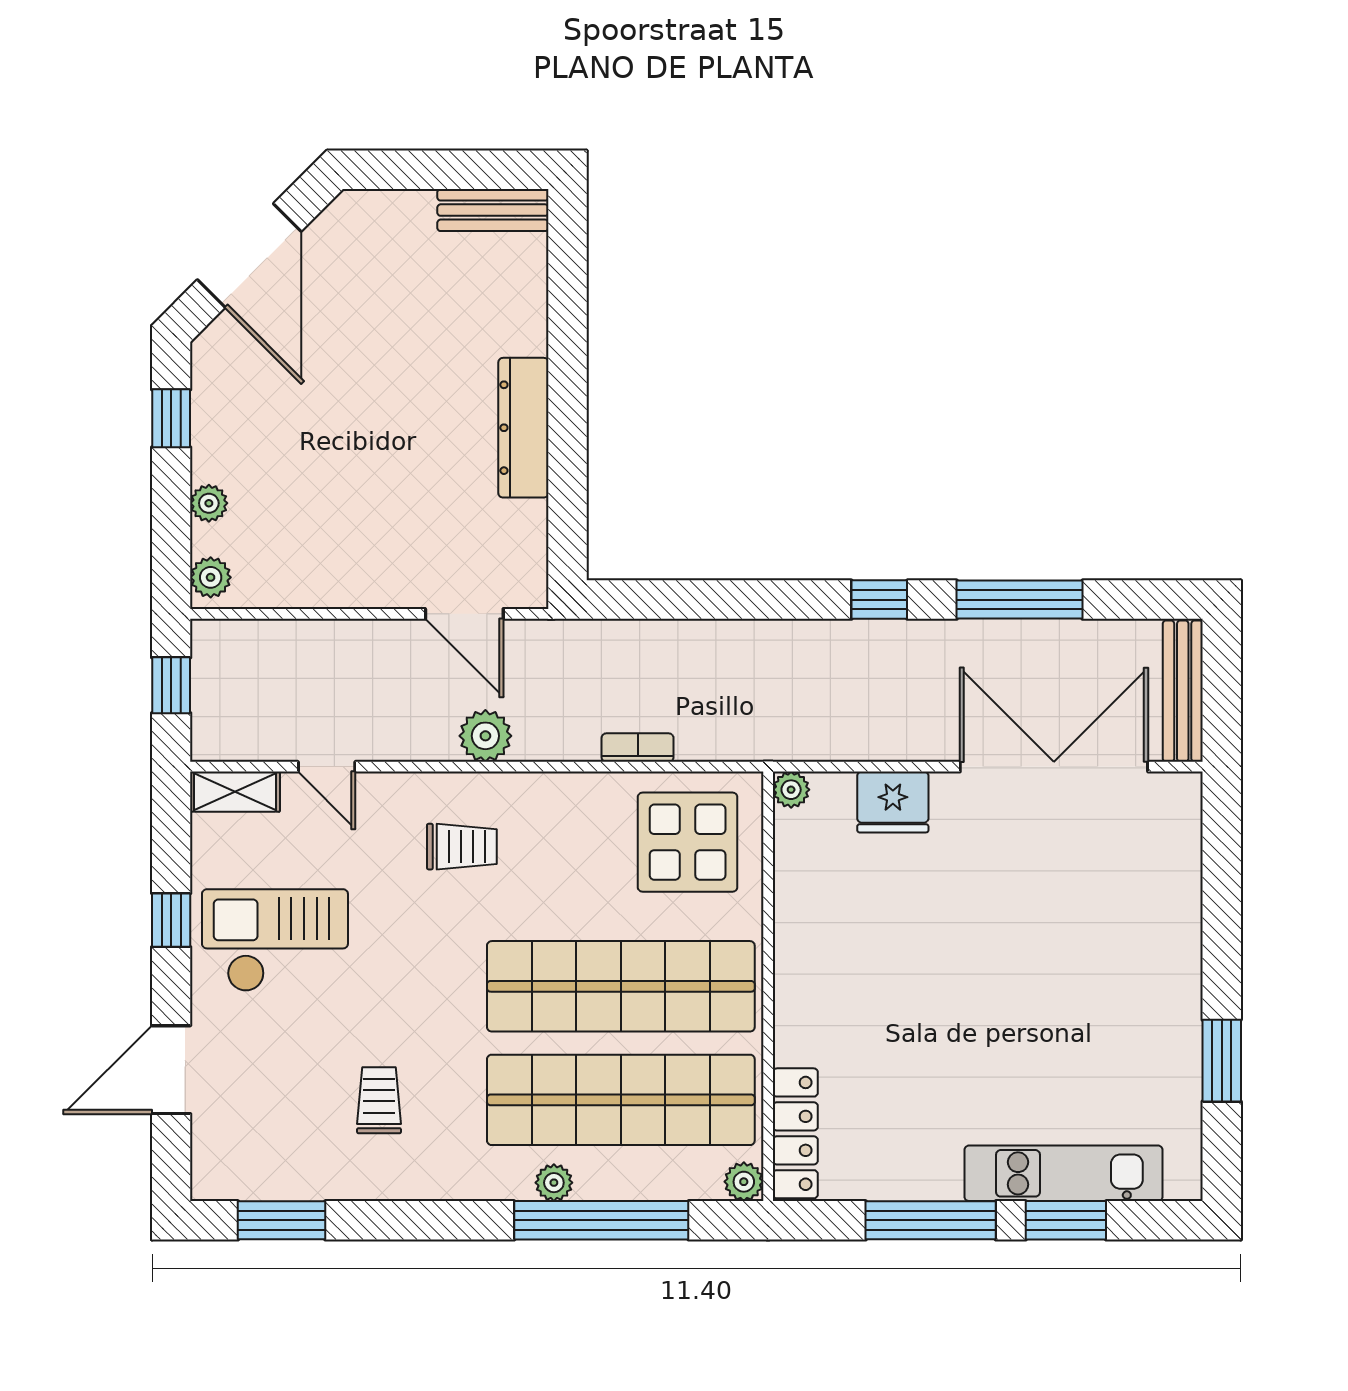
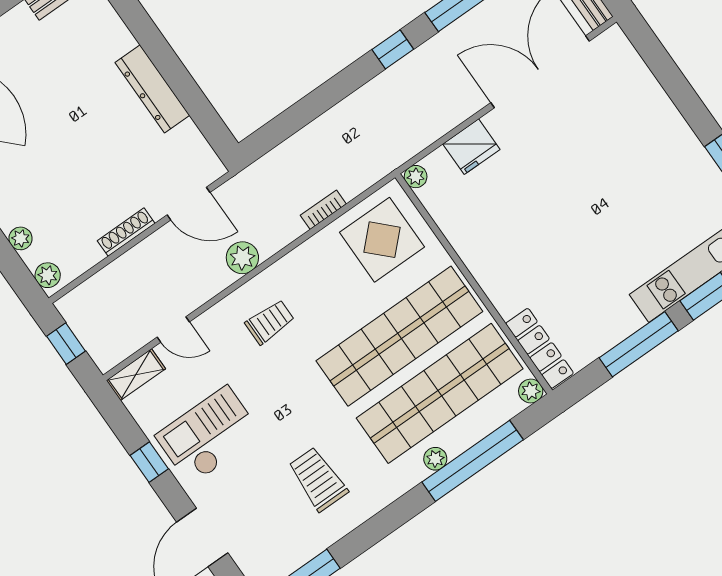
shoe rack: (355, 593) -> (126, 232), added
trolley: (379, 1100) -> (318, 479), width x1.36, depth x1.39

